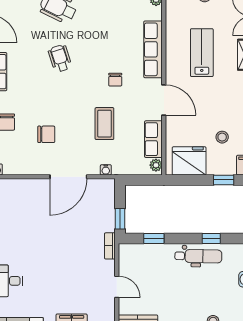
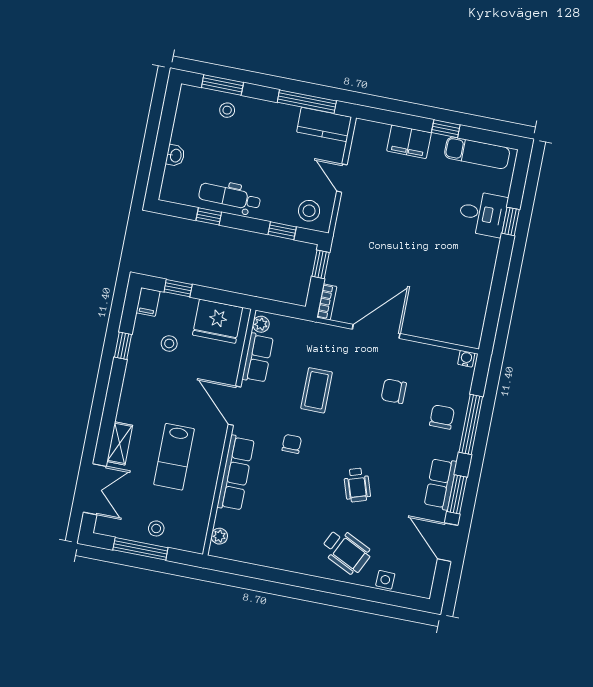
water cooler: (106, 170) -> (326, 331), removed
bookcase: (110, 246) -> (327, 302), moved
stool: (137, 257) -> (309, 211), added

